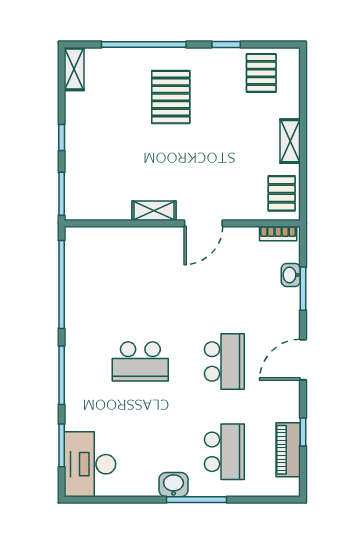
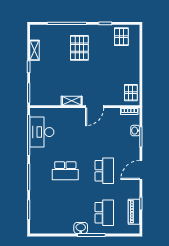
shelving: (74, 69) -> (34, 50), moved
shelving: (290, 141) -> (135, 68), removed
desk: (90, 464) -> (42, 132), moved

